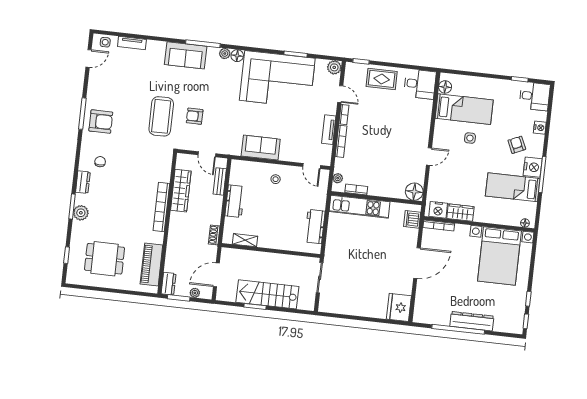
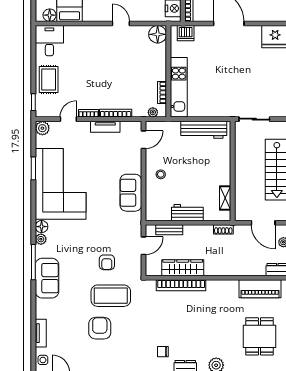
armchair: (101, 122) -> (100, 328), moved
bookcase: (161, 207) -> (181, 285), moved
workbench: (315, 227) -> (204, 130), width x1.38

